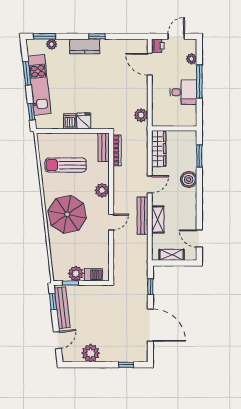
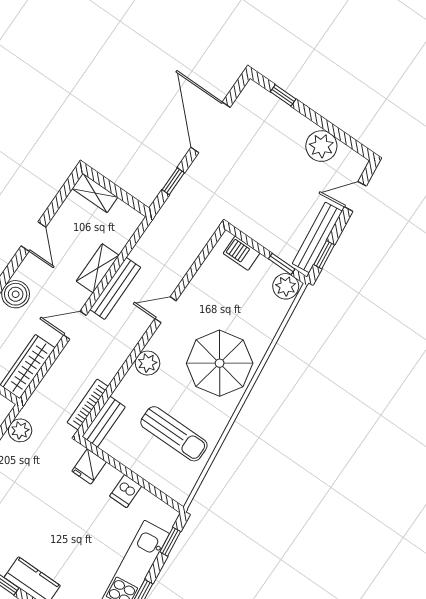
fridge: (84, 121) -> (89, 466), moved
door: (199, 239) -> (33, 236), moved
shelving: (172, 255) -> (95, 193), moved
plant: (76, 274) -> (286, 286), moved

